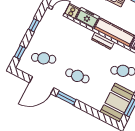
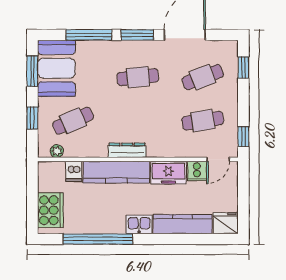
window: (34, 25) -> (243, 137), moved
cafe table: (55, 36) -> (203, 121), added
window: (91, 111) -> (89, 35), added

